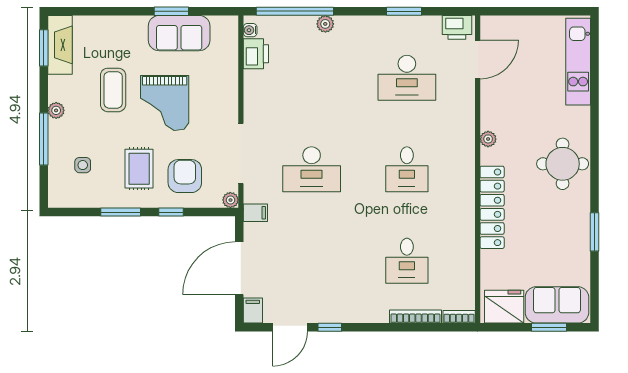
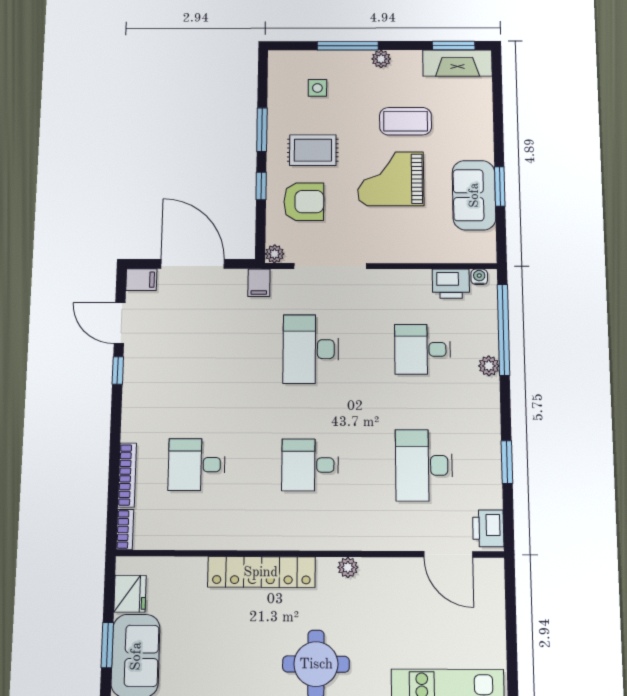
desk: (312, 78) -> (423, 349), added
fridge: (504, 307) -> (130, 594), width x0.73, depth x0.75

